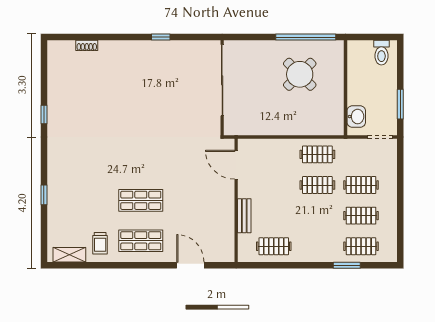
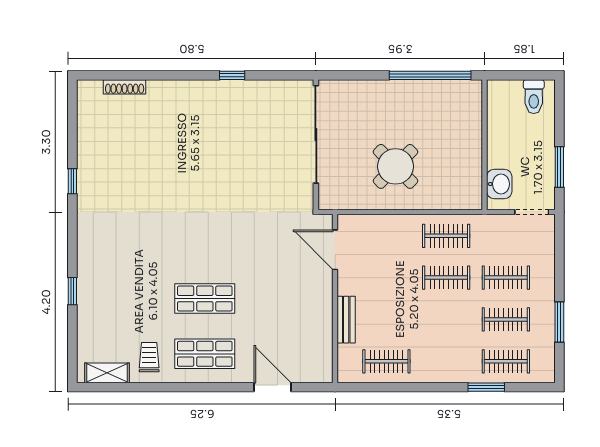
shoe rack: (87, 45) -> (125, 87), width x1.43
round table: (300, 74) -> (395, 166), moved
window: (400, 217) -> (559, 322), added
trolley: (100, 243) -> (149, 357), turned 180

